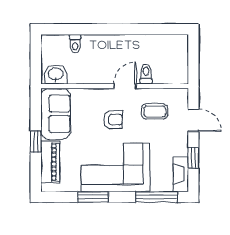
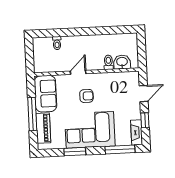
washbasin: (56, 74) -> (122, 62), moved
door: (125, 86) -> (78, 72), moved
coffee table: (155, 111) -> (116, 89), removed
door: (193, 120) -> (144, 94), hinge flipped
window: (36, 142) -> (32, 114), width x2.17

